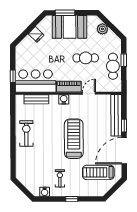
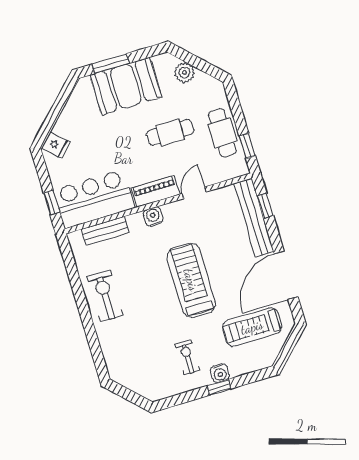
fridge: (36, 34) -> (56, 145), moved
window: (124, 60) -> (247, 146), moved
window: (124, 126) -> (265, 206), moved
water cooler: (45, 192) -> (220, 373), moved

